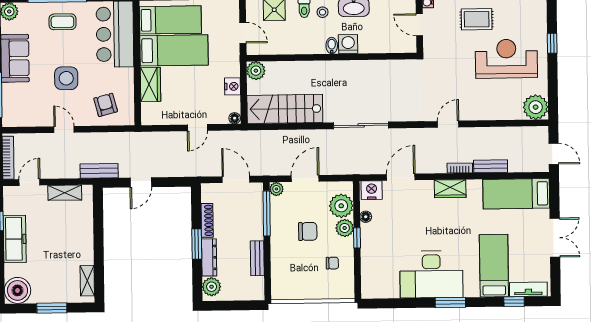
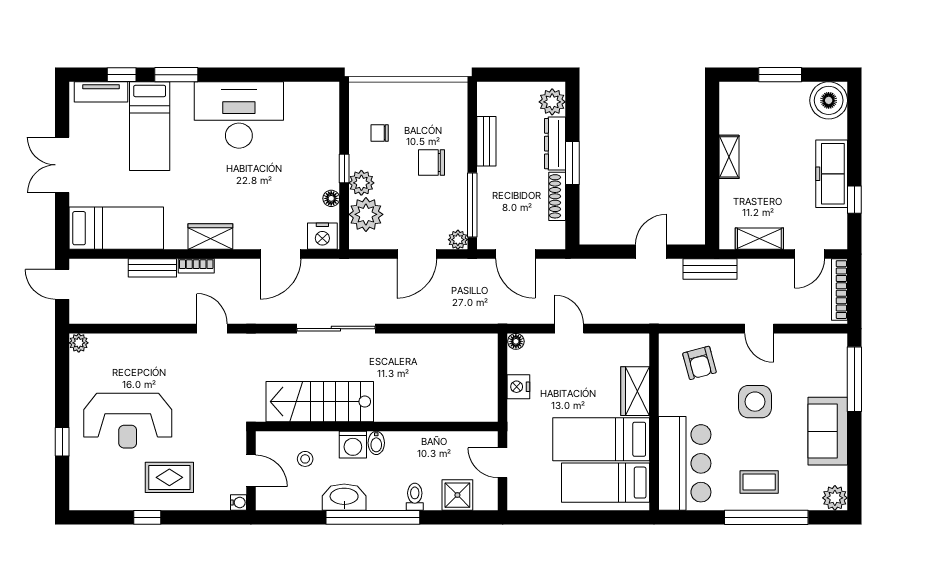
stool: (323, 12) -> (305, 459), moved
plant: (256, 71) -> (485, 409), removed
plant: (536, 107) -> (79, 343), width x0.53, depth x0.53
stairs: (285, 109) -> (320, 402), moved, turned 180
door: (448, 124) -> (212, 329), swing flipped
door: (197, 128) -> (569, 329), hinge flipped
chair: (308, 231) -> (432, 162), moved
shelving: (87, 281) -> (729, 157), moved
window: (450, 302) -> (176, 75), moved

